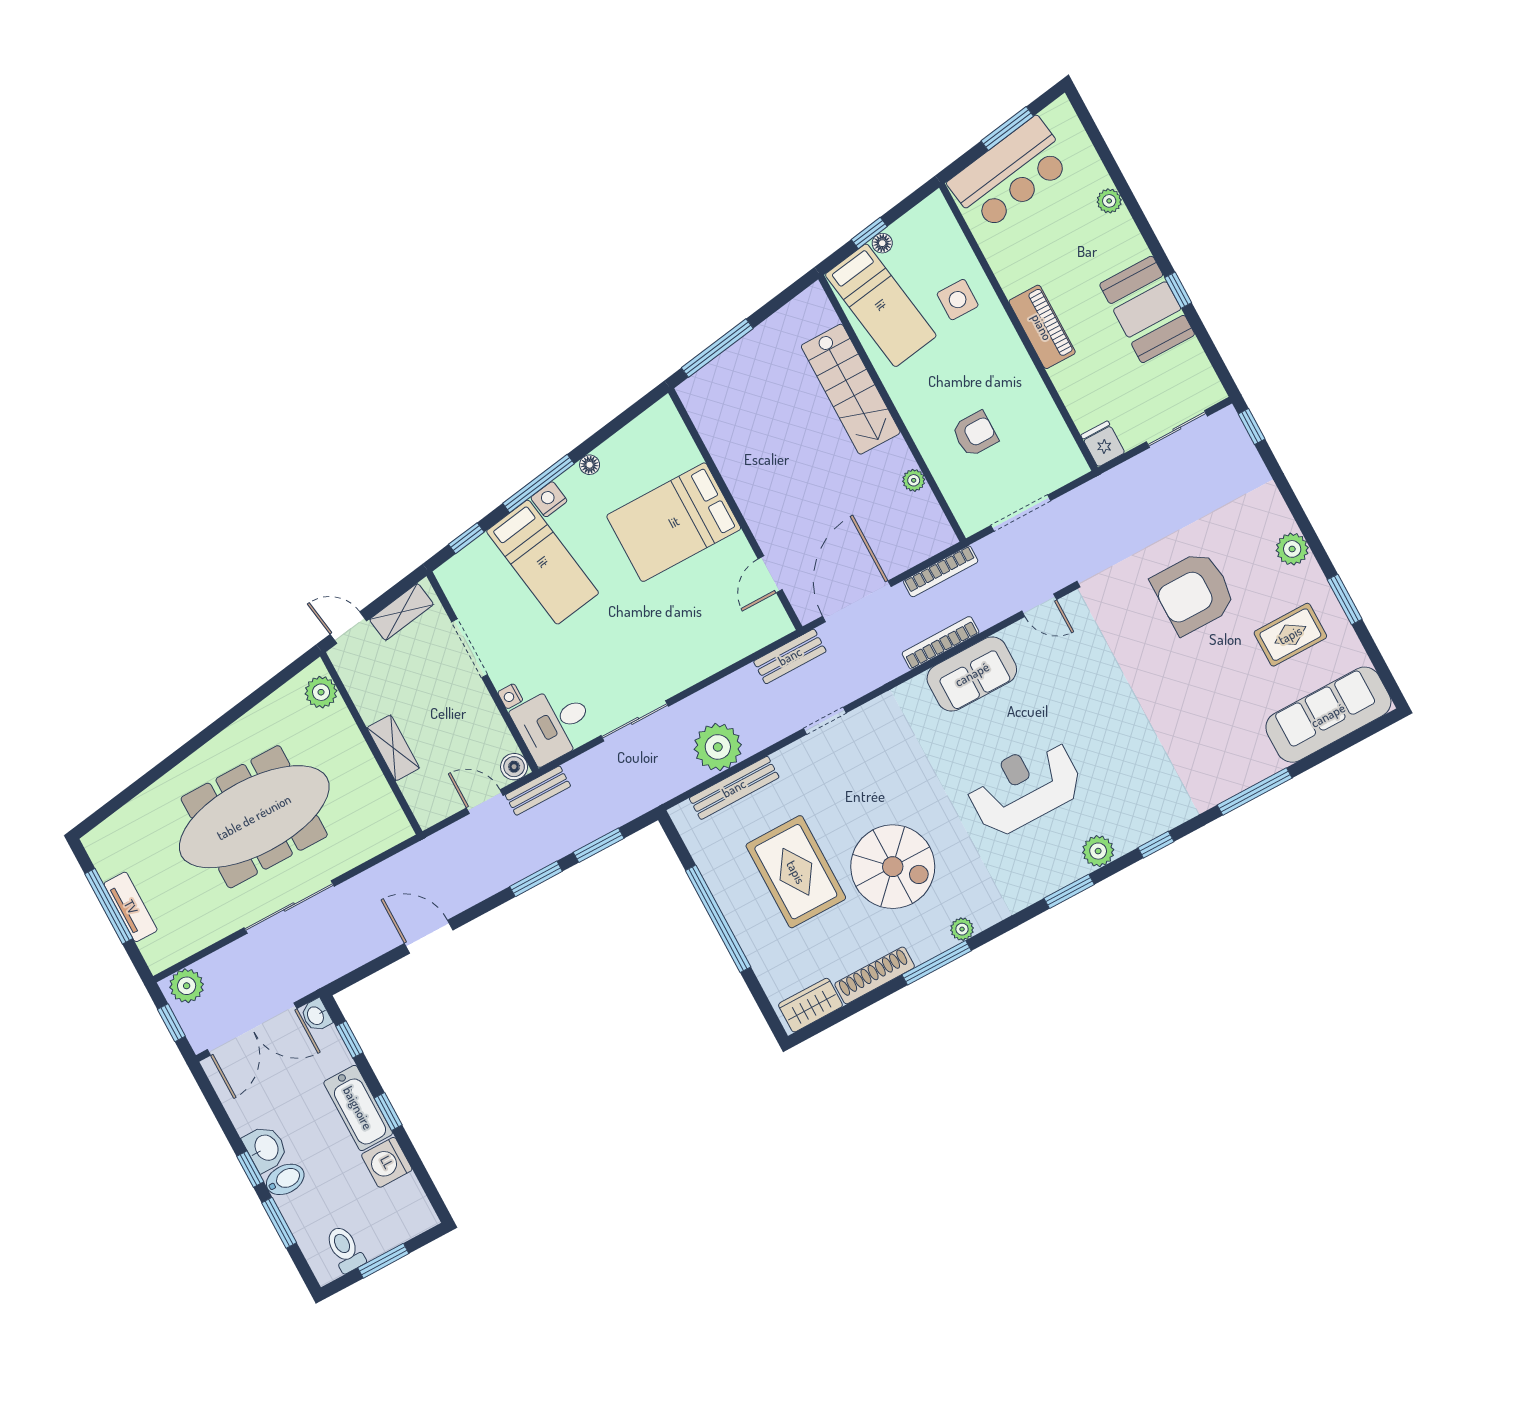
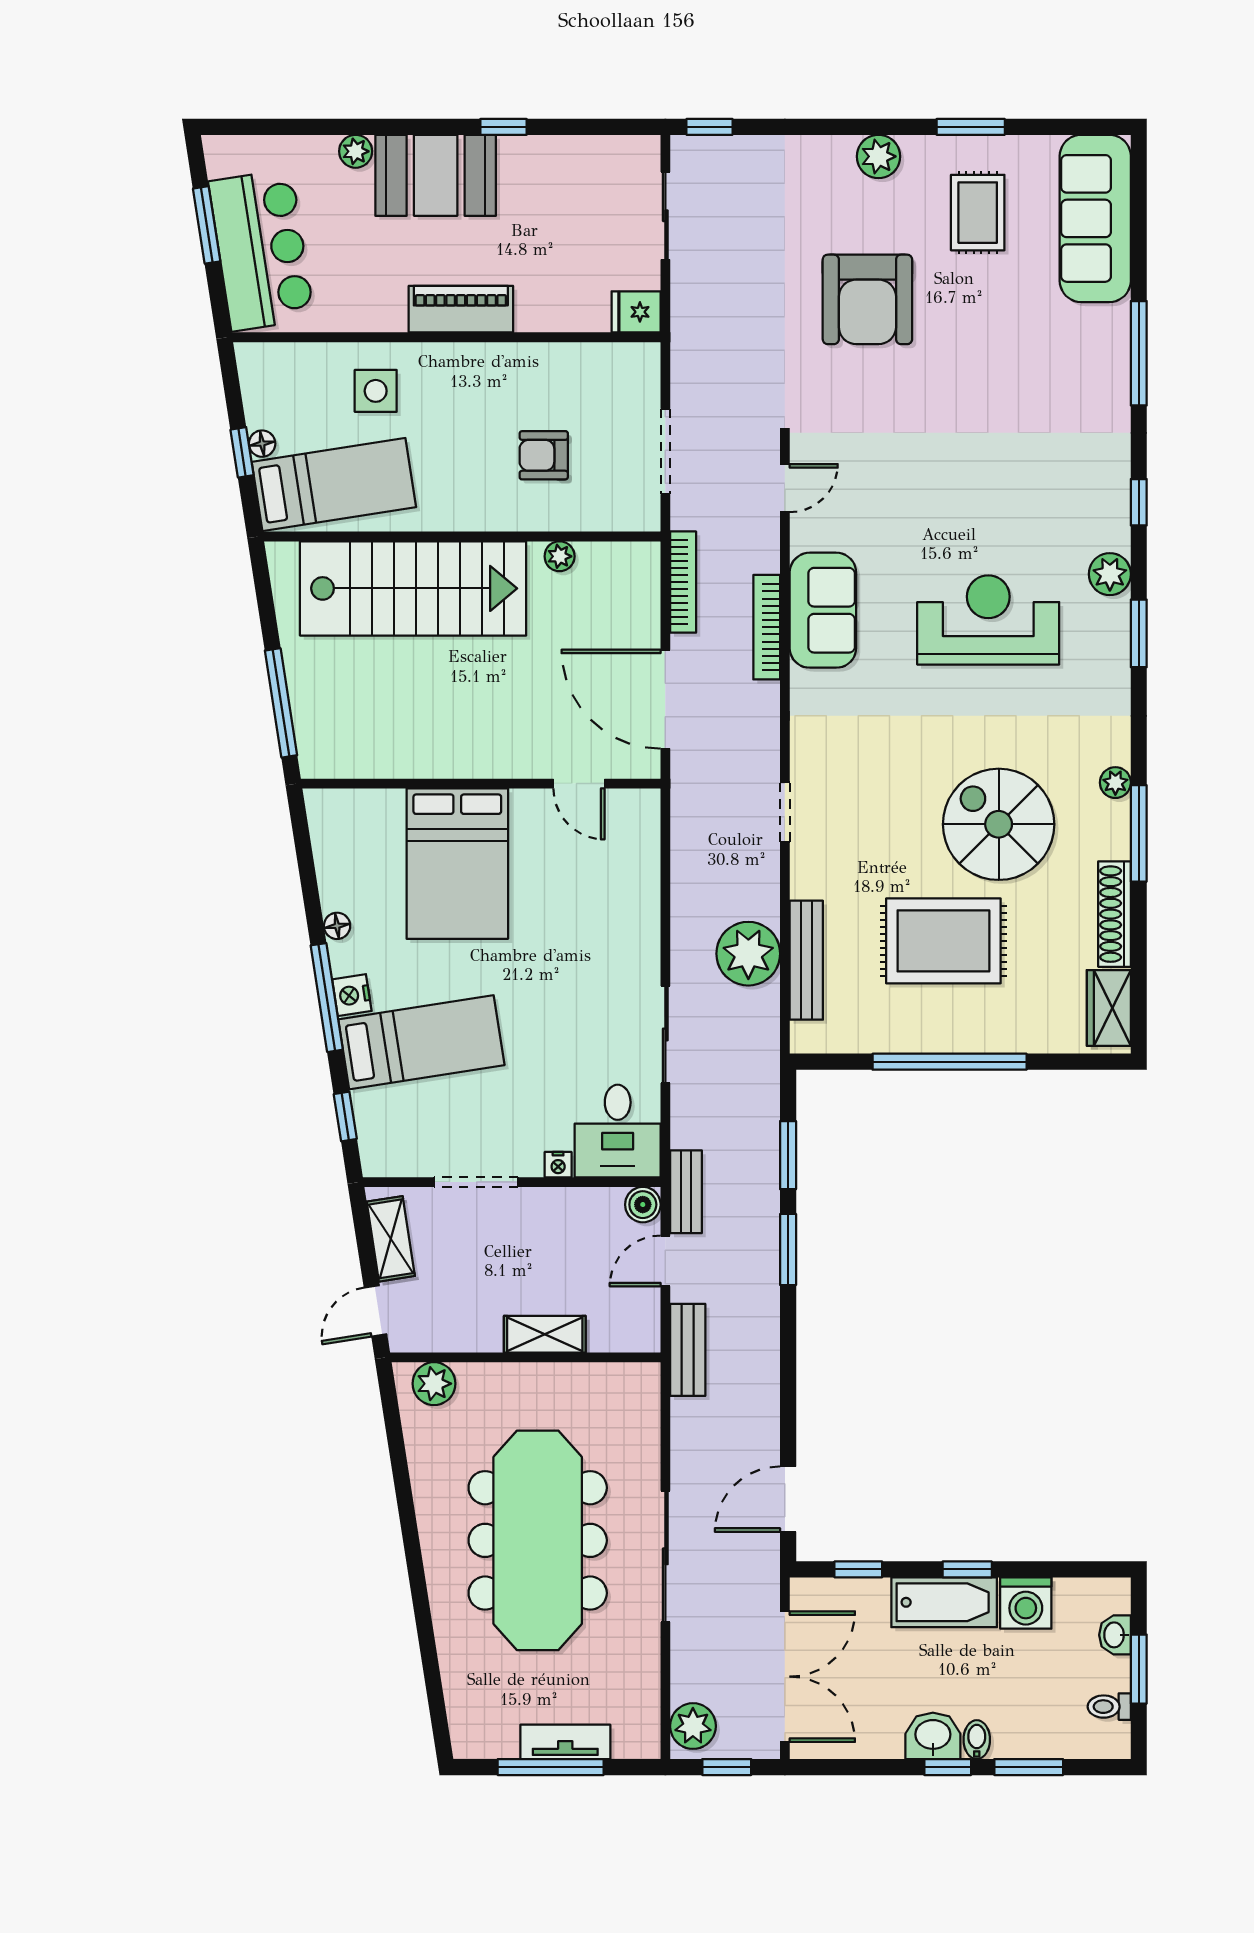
booth: (1147, 309) -> (436, 175), moved
stairs: (851, 389) -> (413, 588), width x1.36, depth x1.51
armchair: (975, 434) -> (544, 455), turned -90
bench: (790, 656) -> (688, 1350), moved
reception desk: (1024, 787) -> (988, 620), turned 90
spiral stairs: (893, 867) -> (999, 824), turned -90
door: (429, 937) -> (788, 1499), moved
washbasin: (316, 1015) -> (1115, 1635), moved, turned 90
bidet: (285, 1179) -> (977, 1740), width x0.72, depth x0.74
toilet: (345, 1249) -> (1109, 1707), width x0.73, depth x0.72

